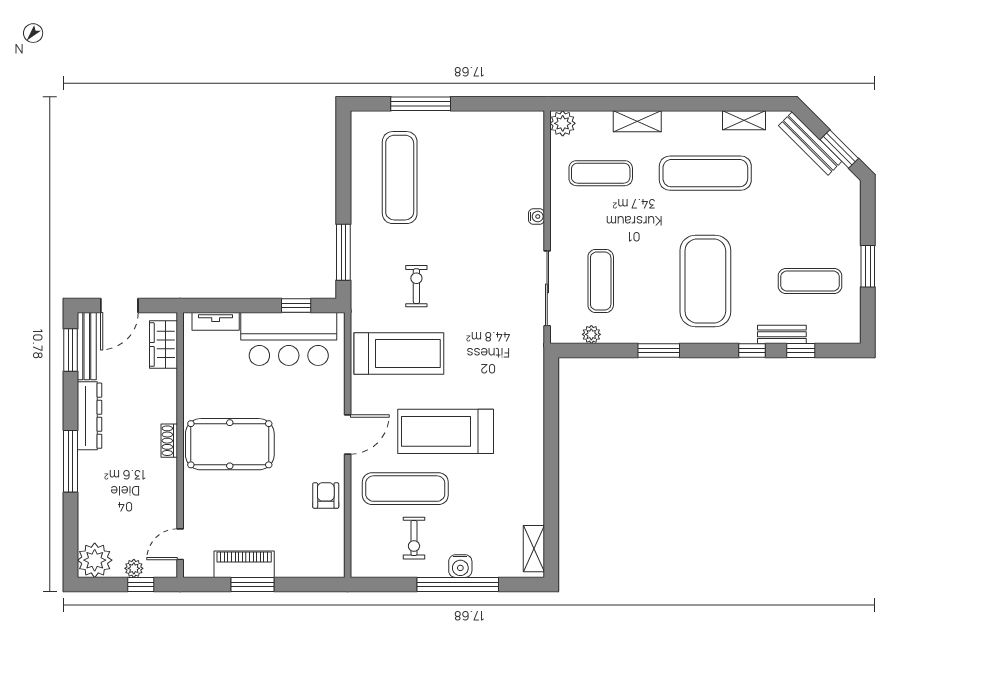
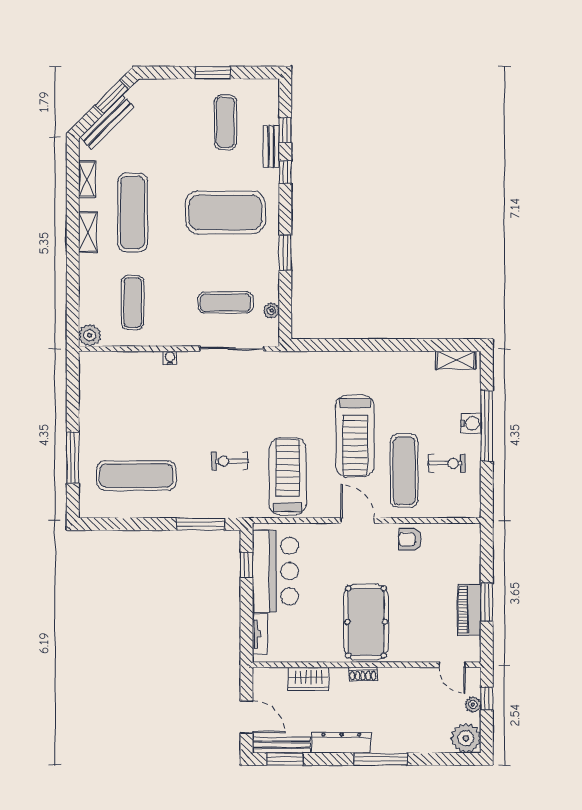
shelving: (637, 121) -> (88, 232), moved
wardrobe: (163, 345) -> (308, 679), moved

